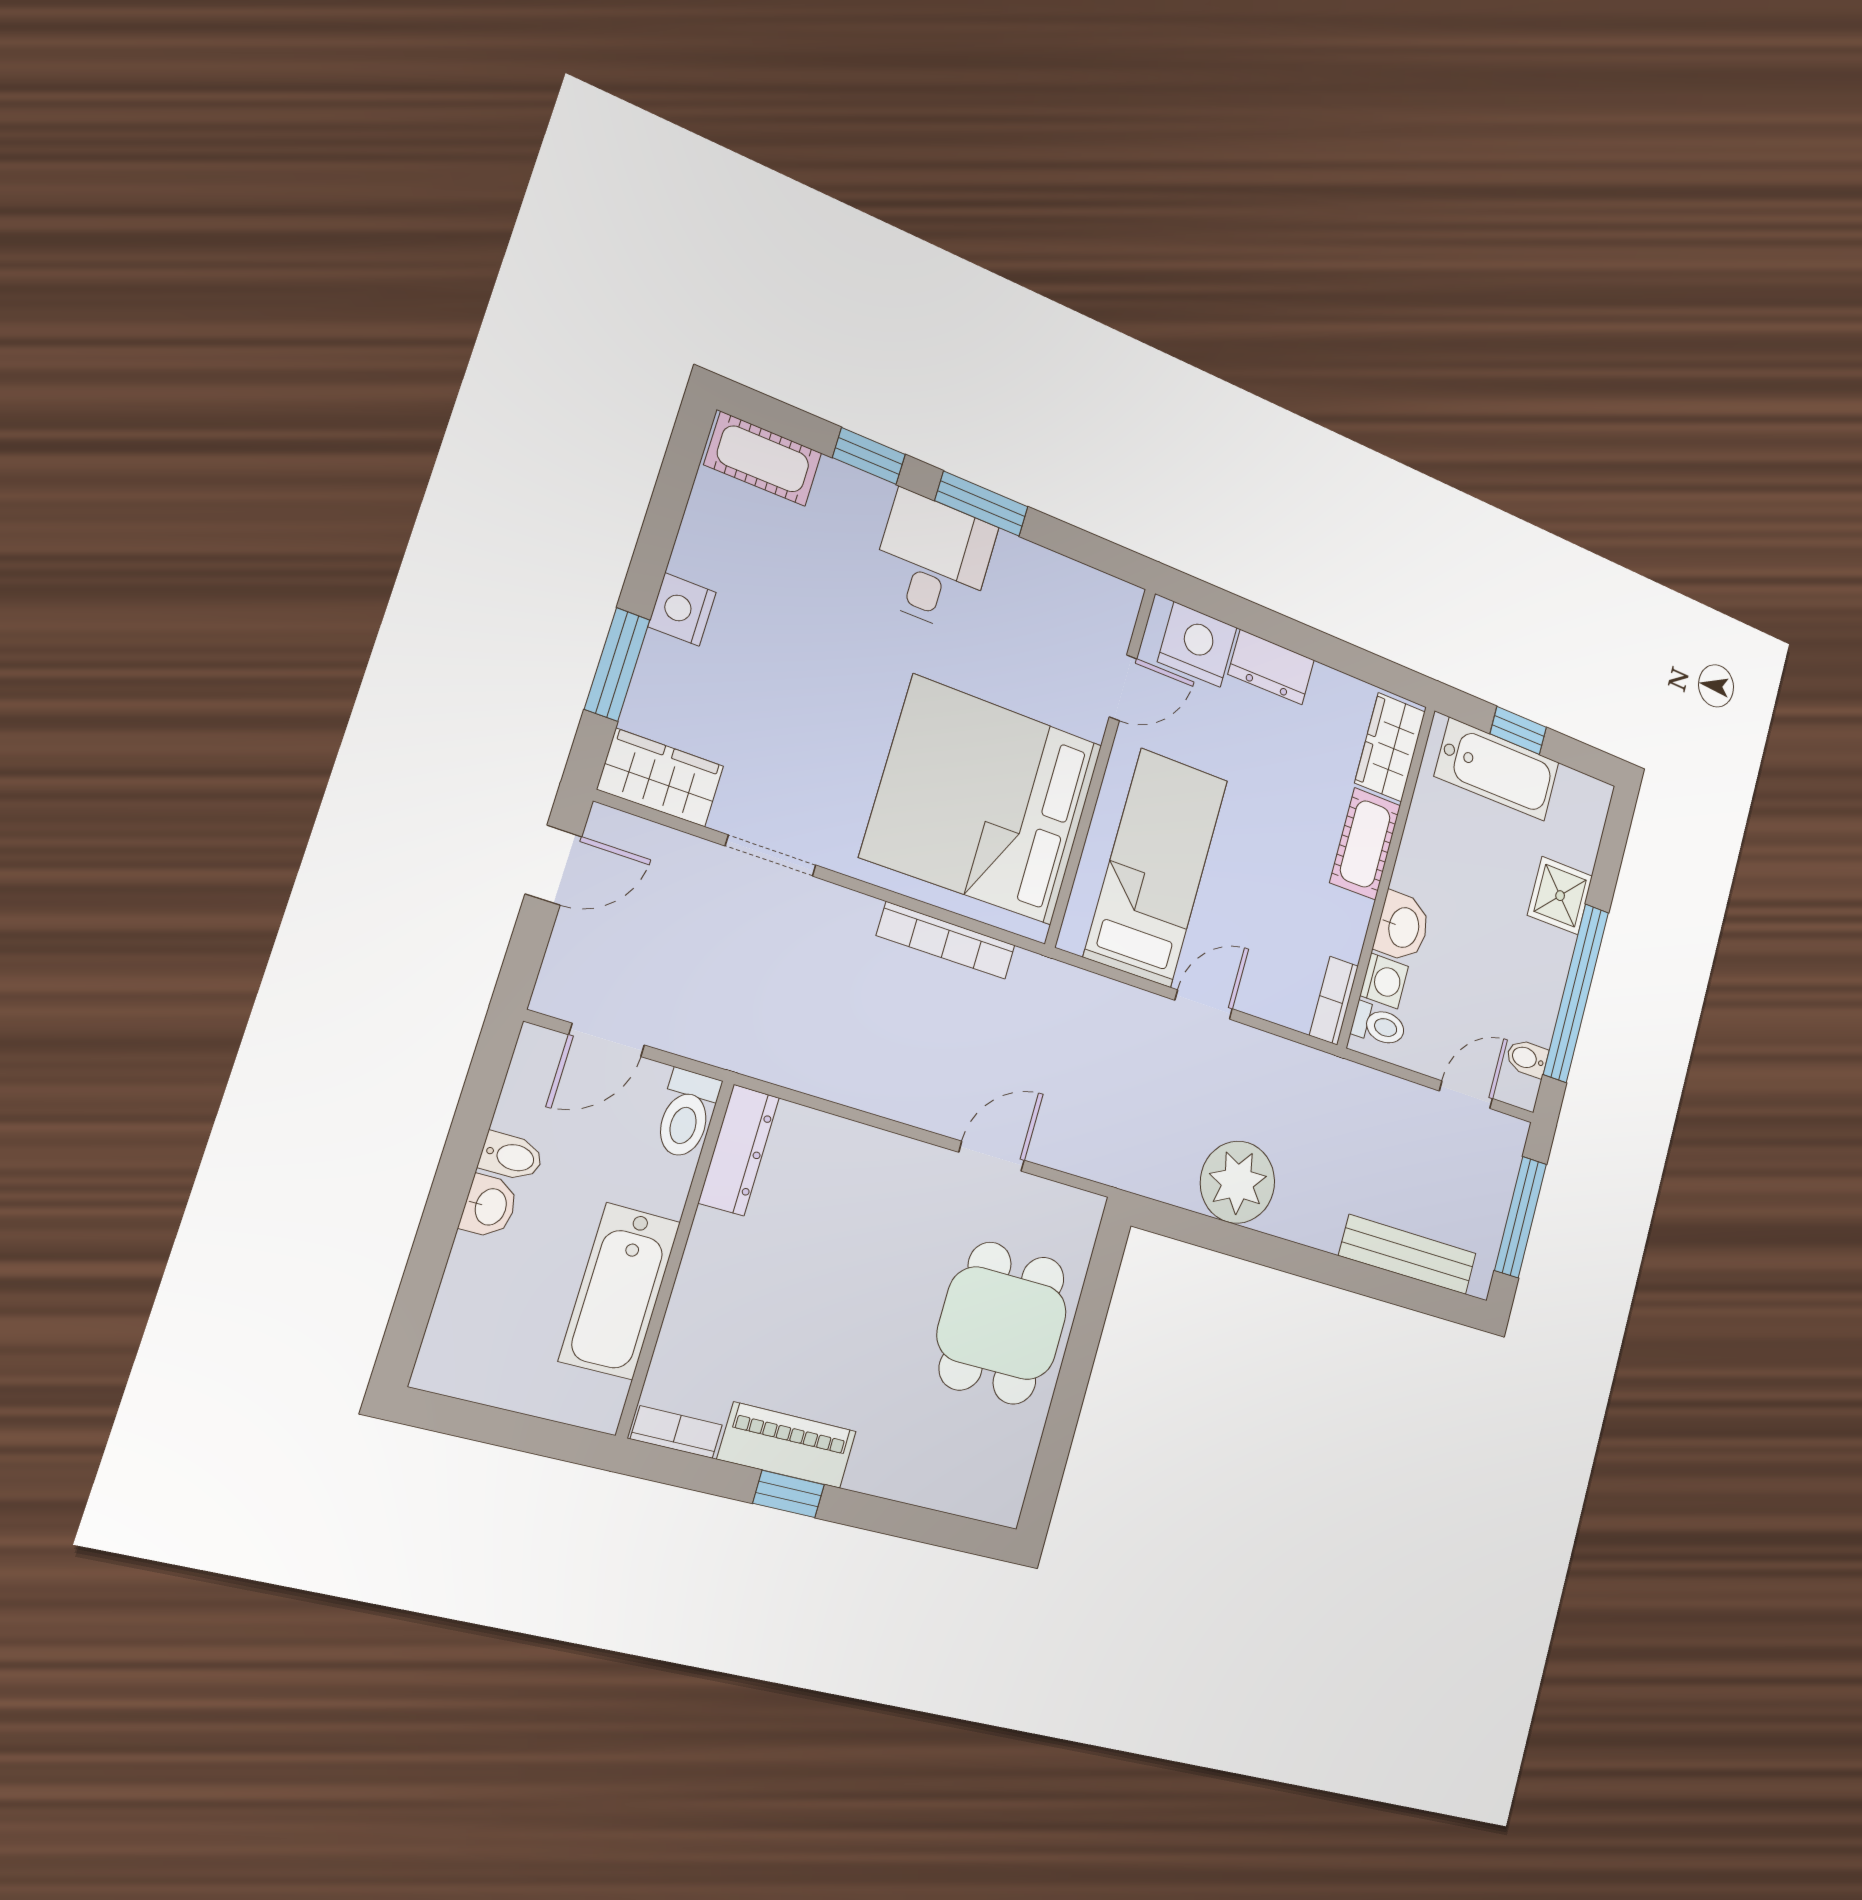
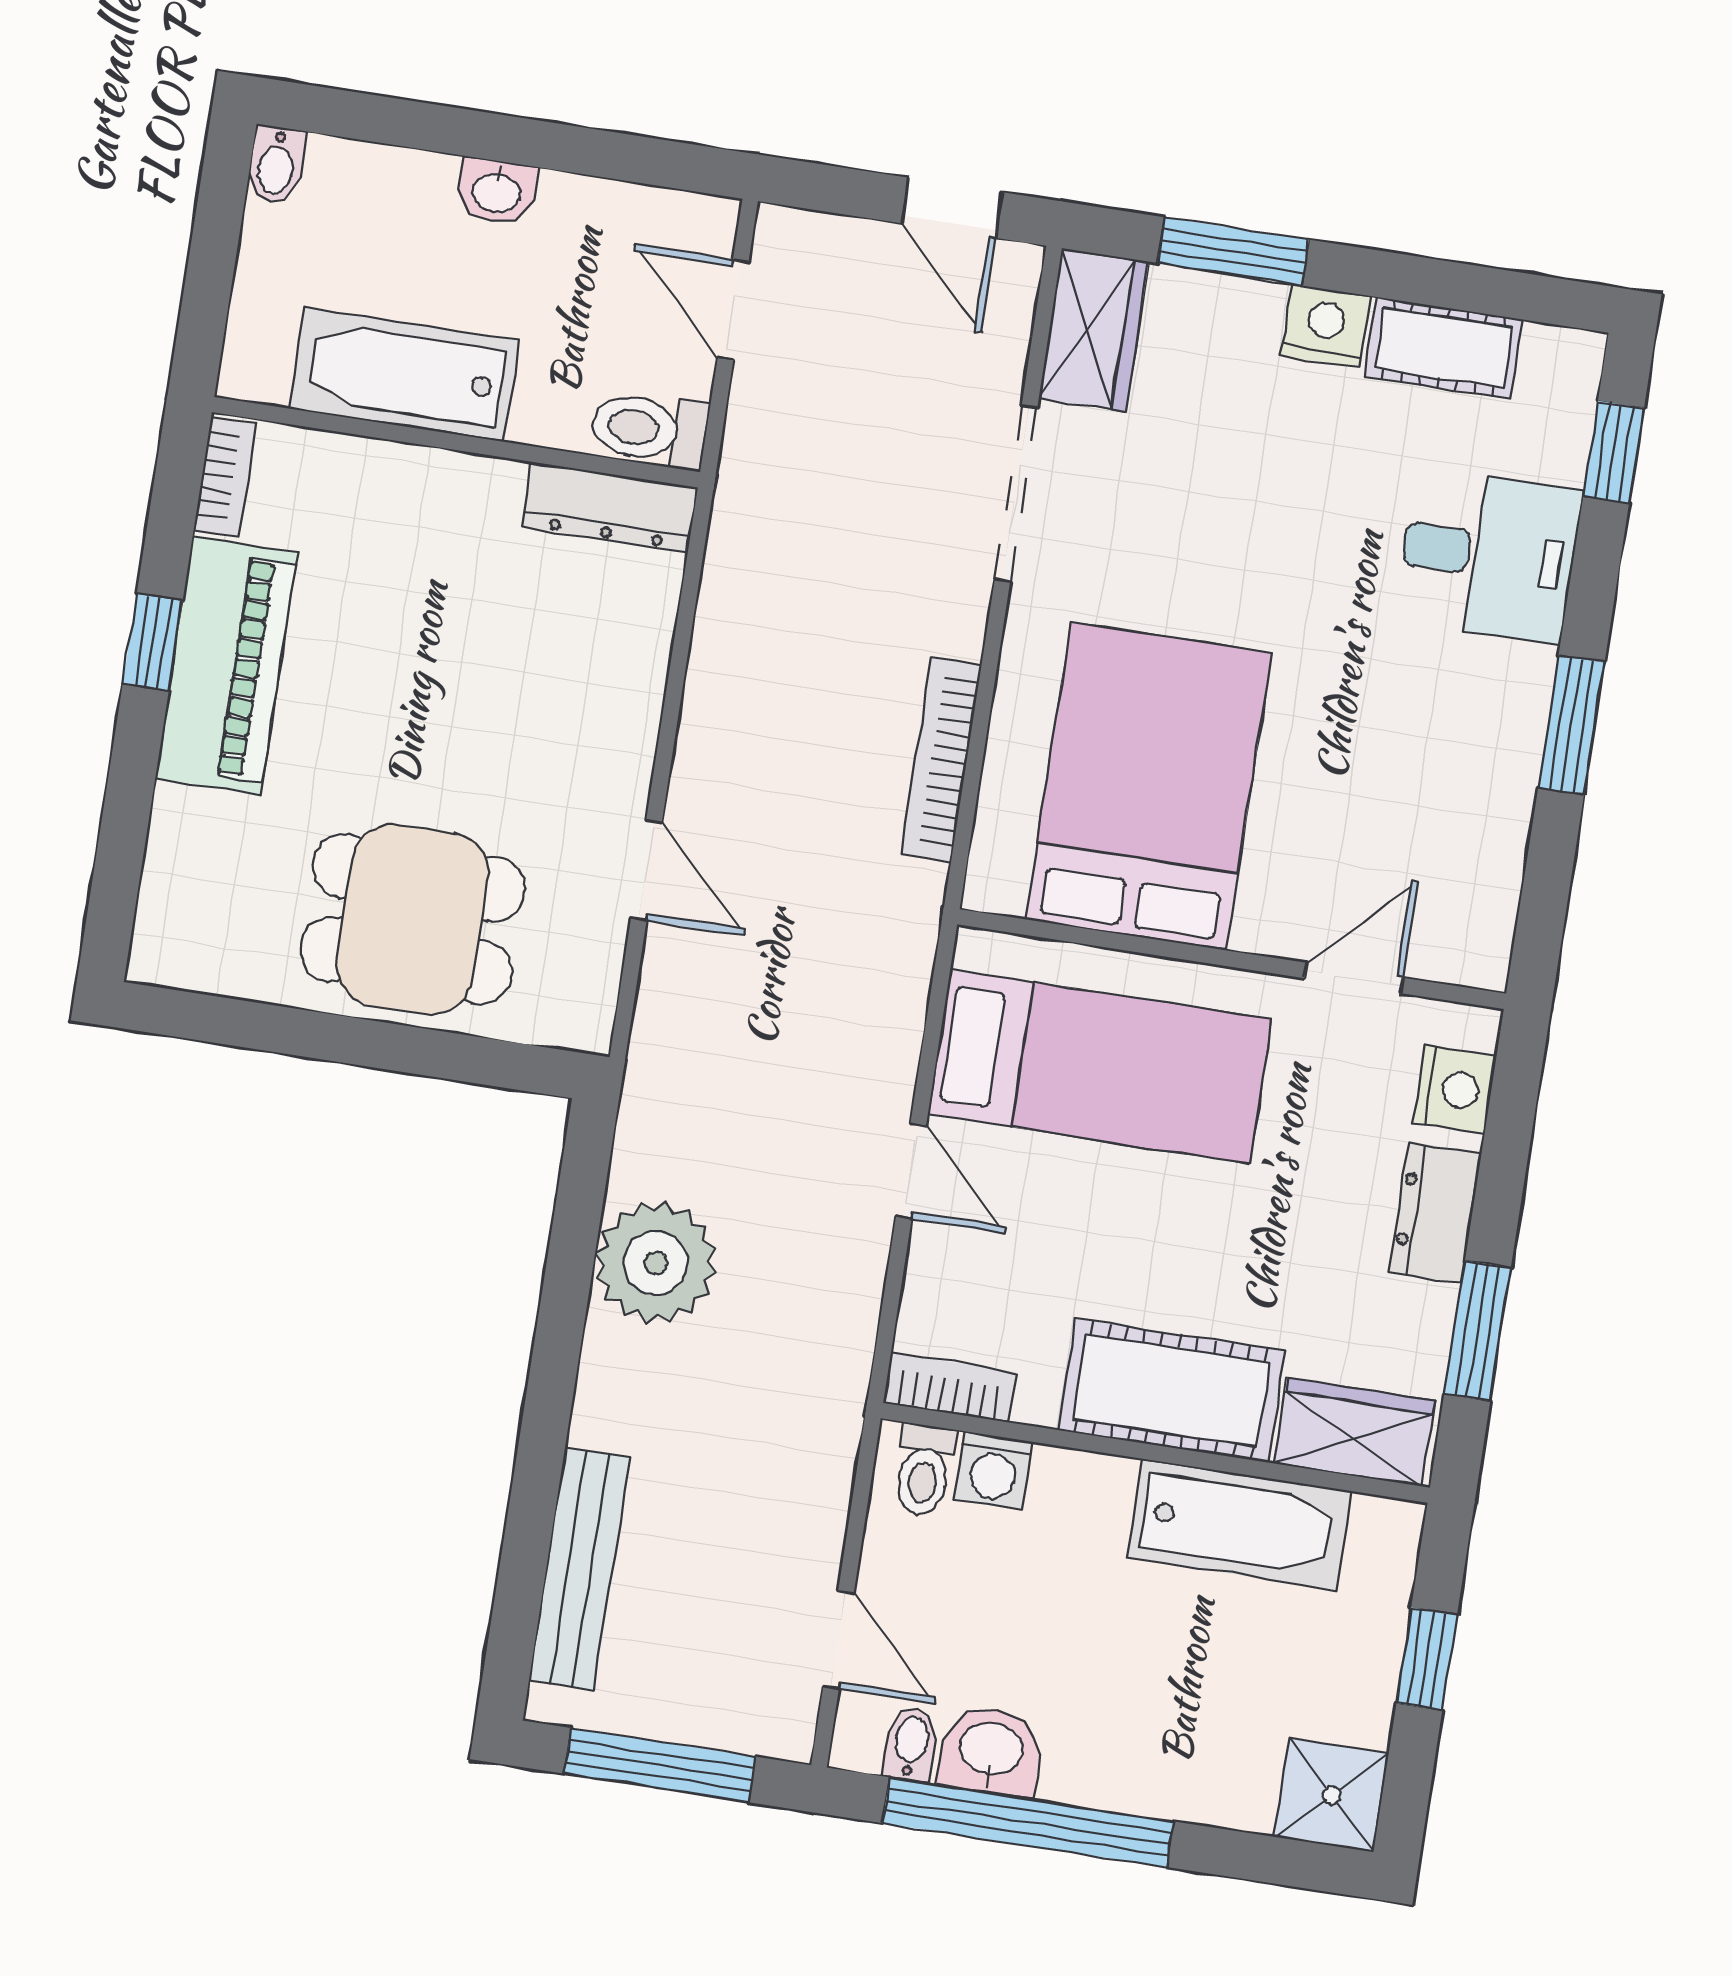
window: (869, 456) -> (1614, 452), moved
cot: (763, 459) -> (1443, 348), moved, turned 90
desk: (933, 562) -> (1489, 555), moved
nightstand: (1197, 644) -> (1455, 1089), width x0.74, depth x0.75
window: (1342, 656) -> (1478, 1331), added
door: (1123, 688) -> (1354, 978), swing flipped
bathtub: (1497, 769) -> (1240, 1524), moved, turned -90
bed: (983, 800) -> (1148, 786), width x0.73
cot: (1365, 844) -> (1172, 1390), width x1.37, depth x1.34
doorway: (771, 856) -> (1016, 494), width x1.38
shower: (1560, 896) -> (1332, 1795), moved
washbasin: (1402, 927) -> (991, 1751), moved, turned 180
bidet: (511, 1157) -> (276, 165), moved
piano: (787, 1445) -> (226, 665), width x1.37, depth x1.33

